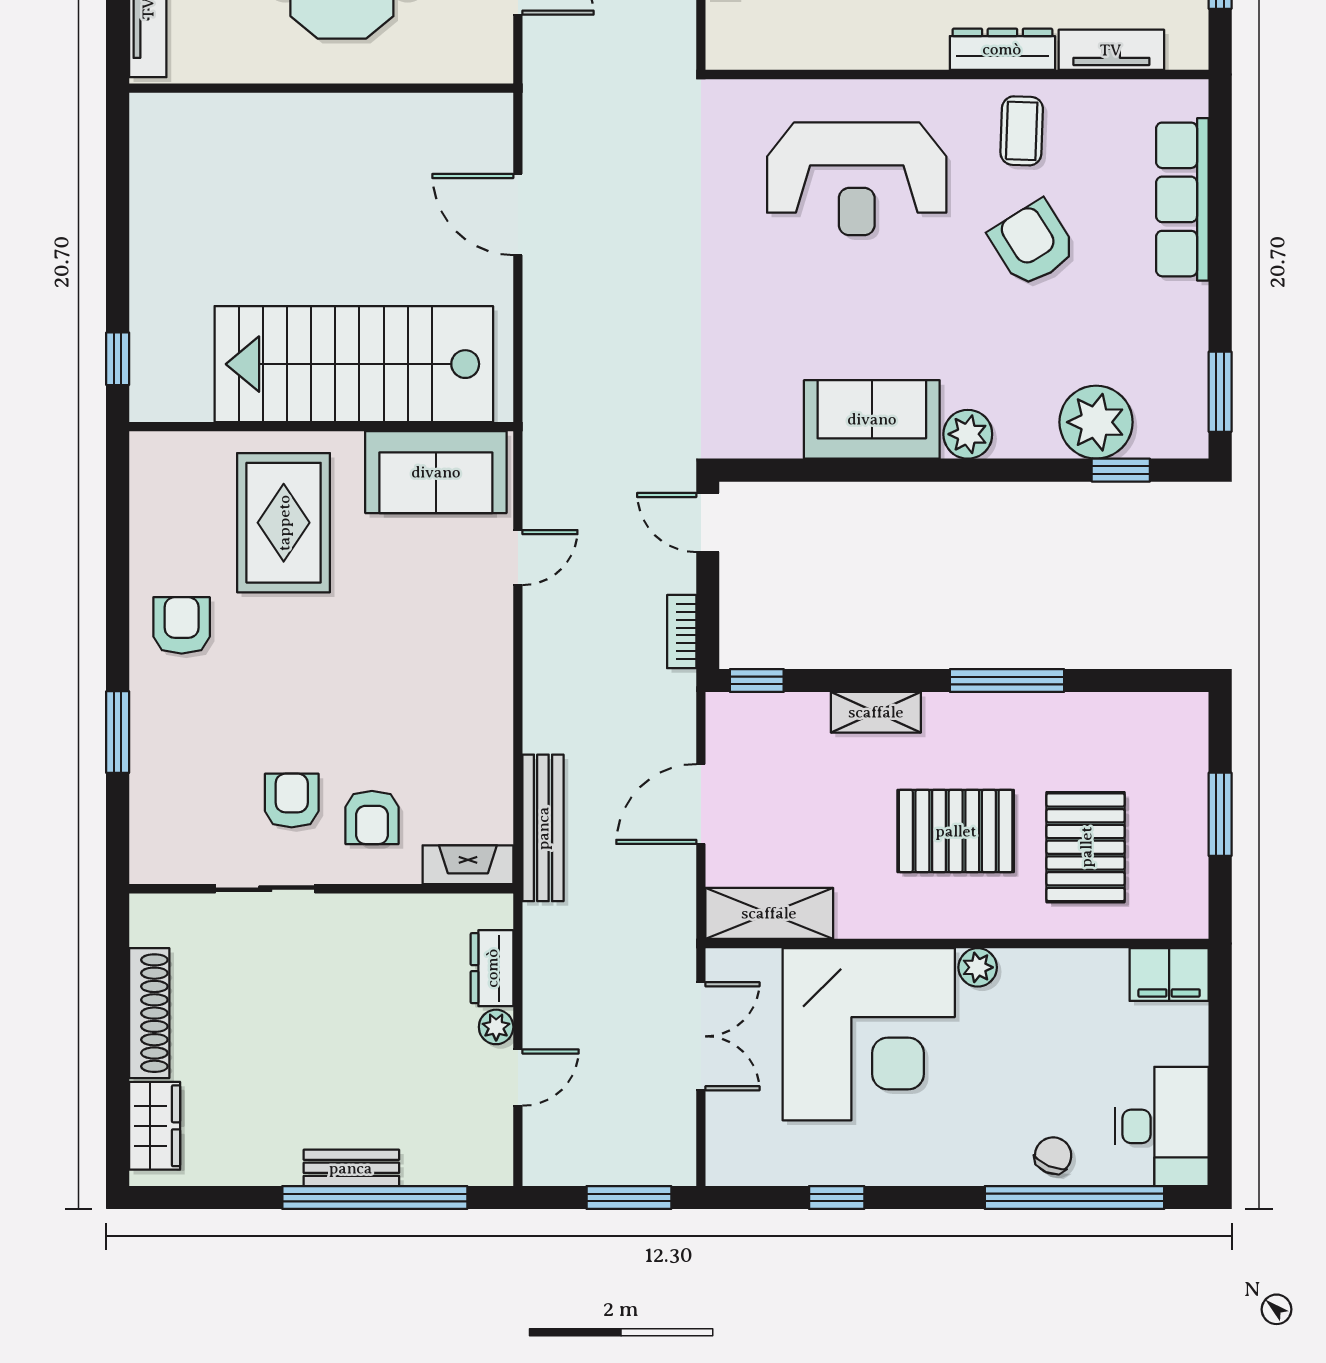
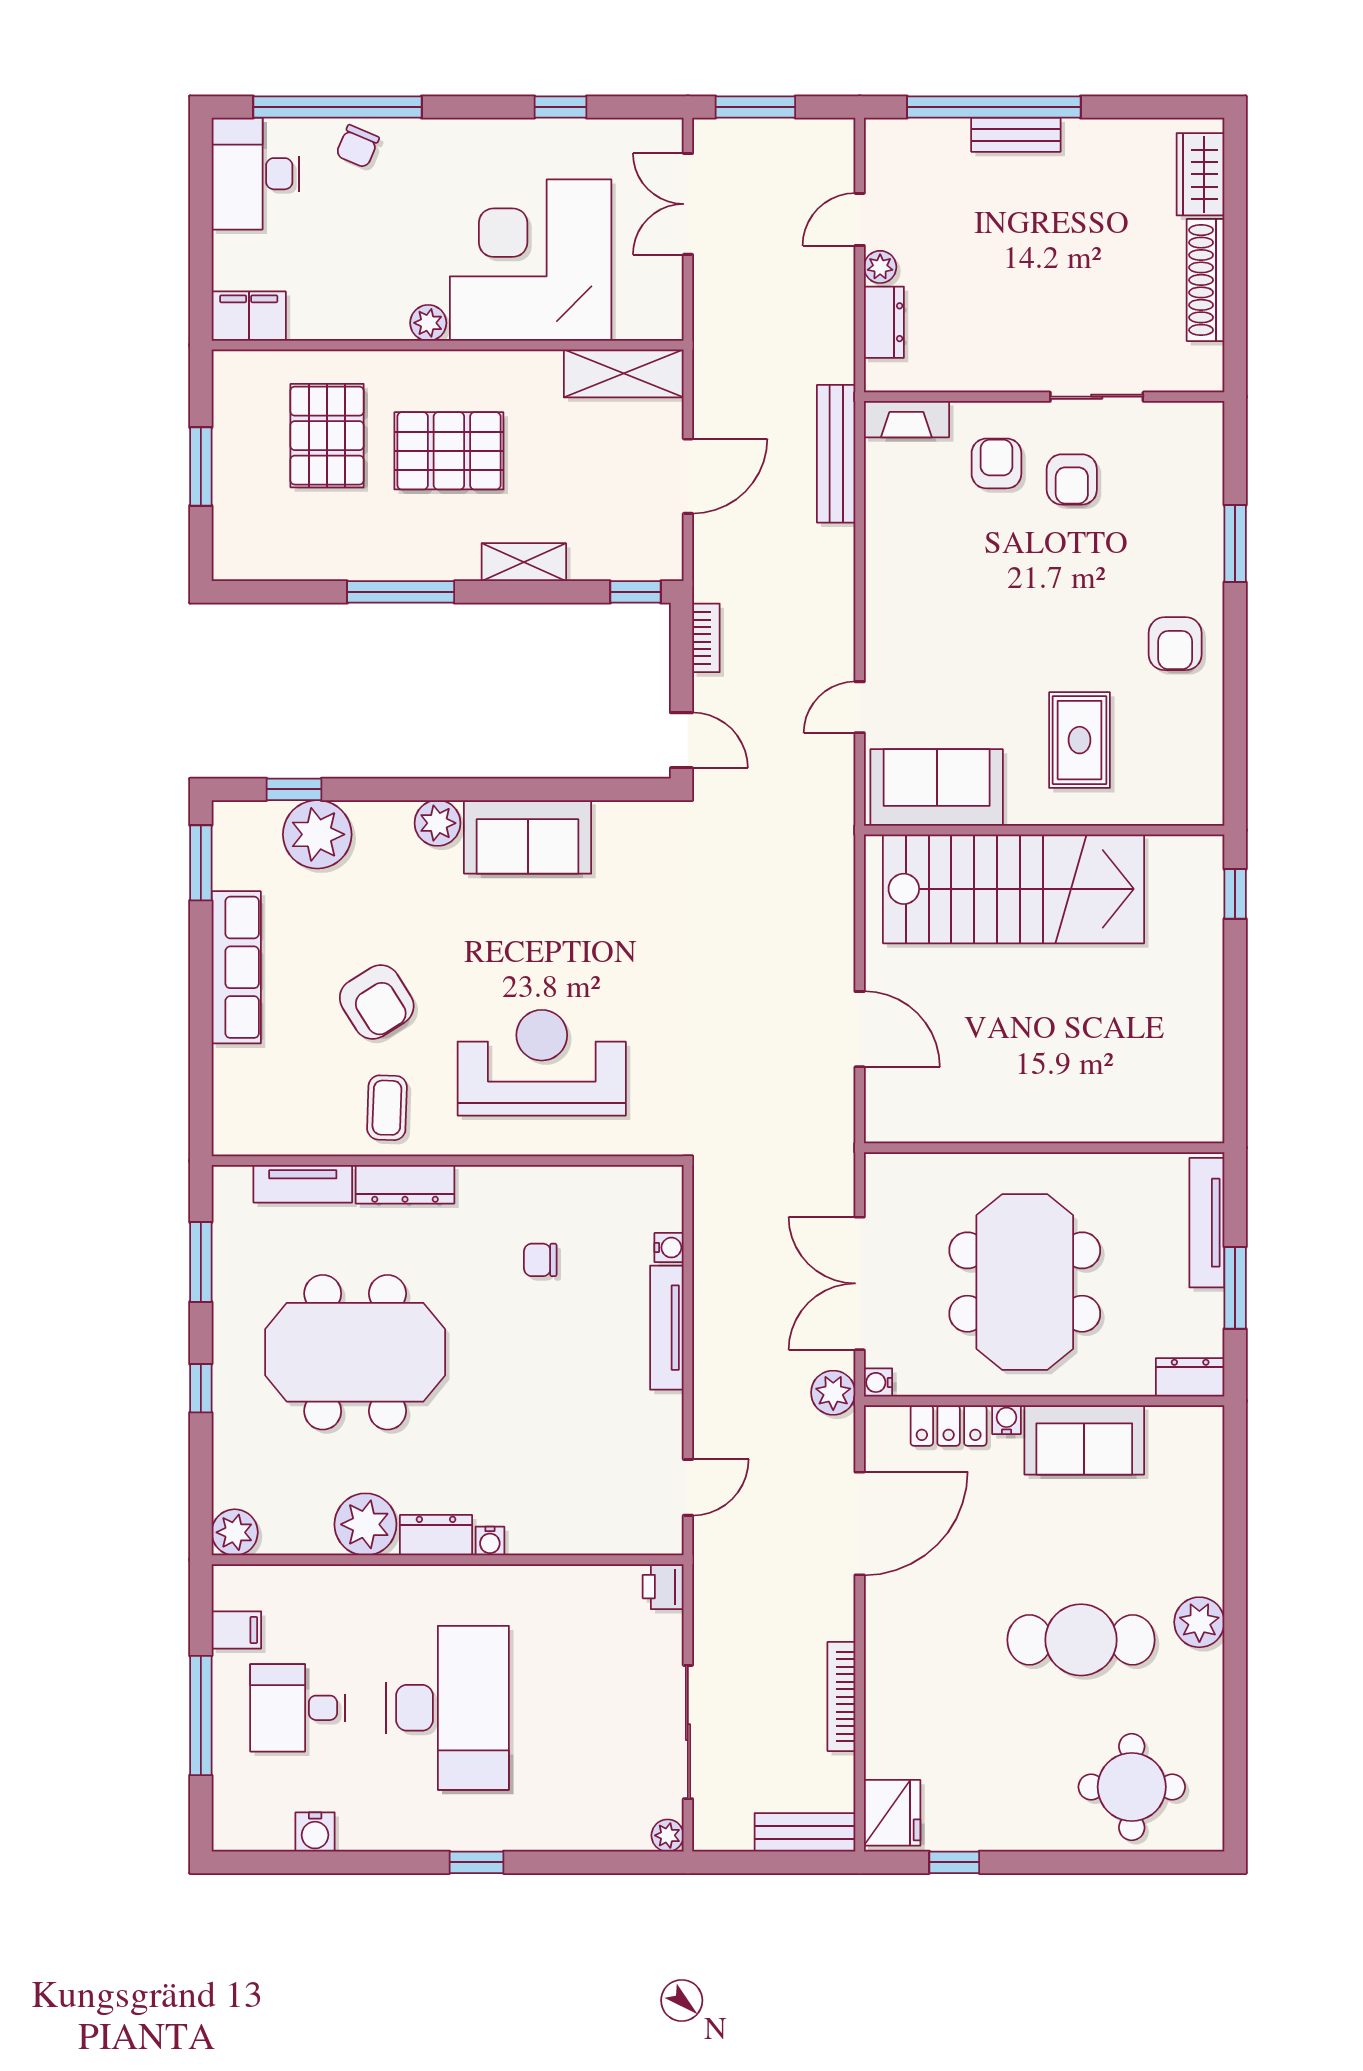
row of seats: (1182, 199) -> (236, 967), moved
rug: (284, 523) -> (1080, 740), width x0.73, depth x0.70
double door: (701, 1036) -> (688, 204), moved

